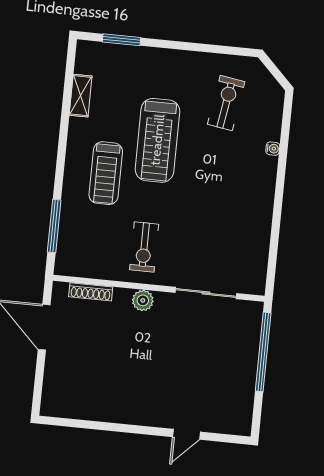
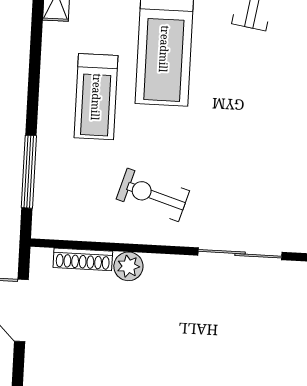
exercise bike: (144, 247) -> (153, 195), turned 107
plant: (143, 300) -> (128, 266), moved

